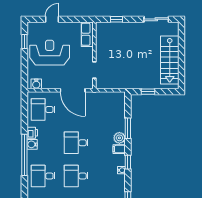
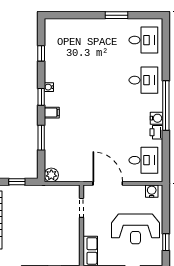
plant: (119, 138) -> (51, 175), moved
desk: (76, 143) -> (104, 120), removed
desk: (76, 176) -> (104, 80), removed

